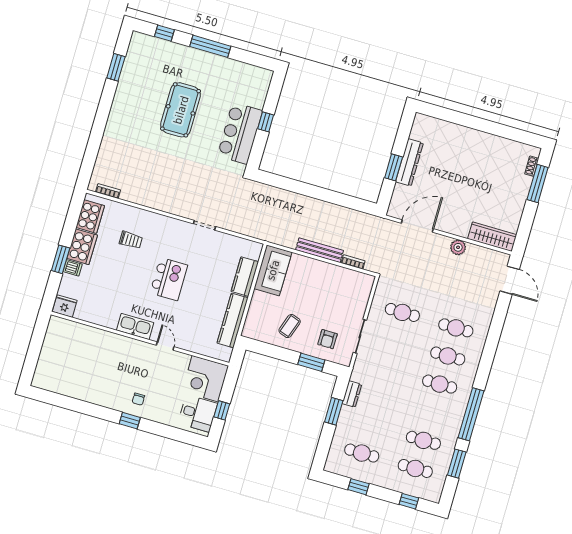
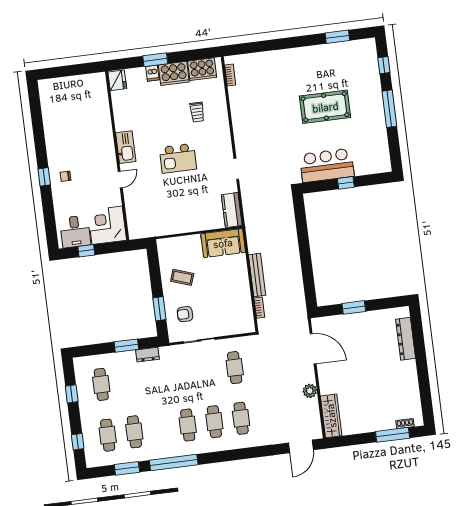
dresser: (409, 162) -> (406, 339), moved, turned 90
kitchen counter: (245, 277) -> (232, 210), moved, turned -90
kitchen counter: (233, 320) -> (166, 227), removed

